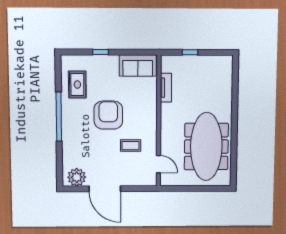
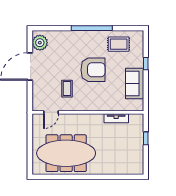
sofa: (138, 66) -> (135, 84), moved

